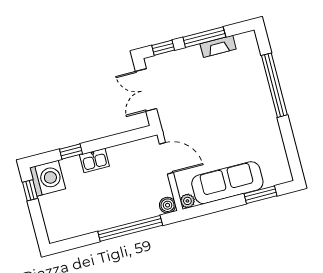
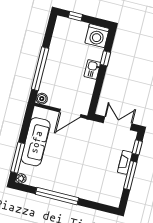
fireplace: (218, 46) -> (125, 162), moved
window: (274, 85) -> (57, 196), moved
window: (30, 190) -> (75, 16), moved
window: (260, 195) -> (18, 158), width x1.44
plant: (187, 201) -> (21, 178), moved

